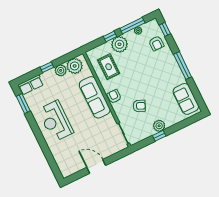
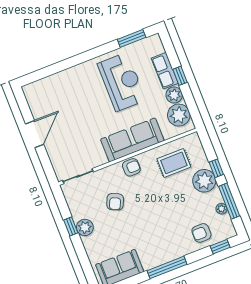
row of seats: (31, 85) -> (165, 71), moved
reception desk: (56, 121) -> (122, 82), moved, turned 90

